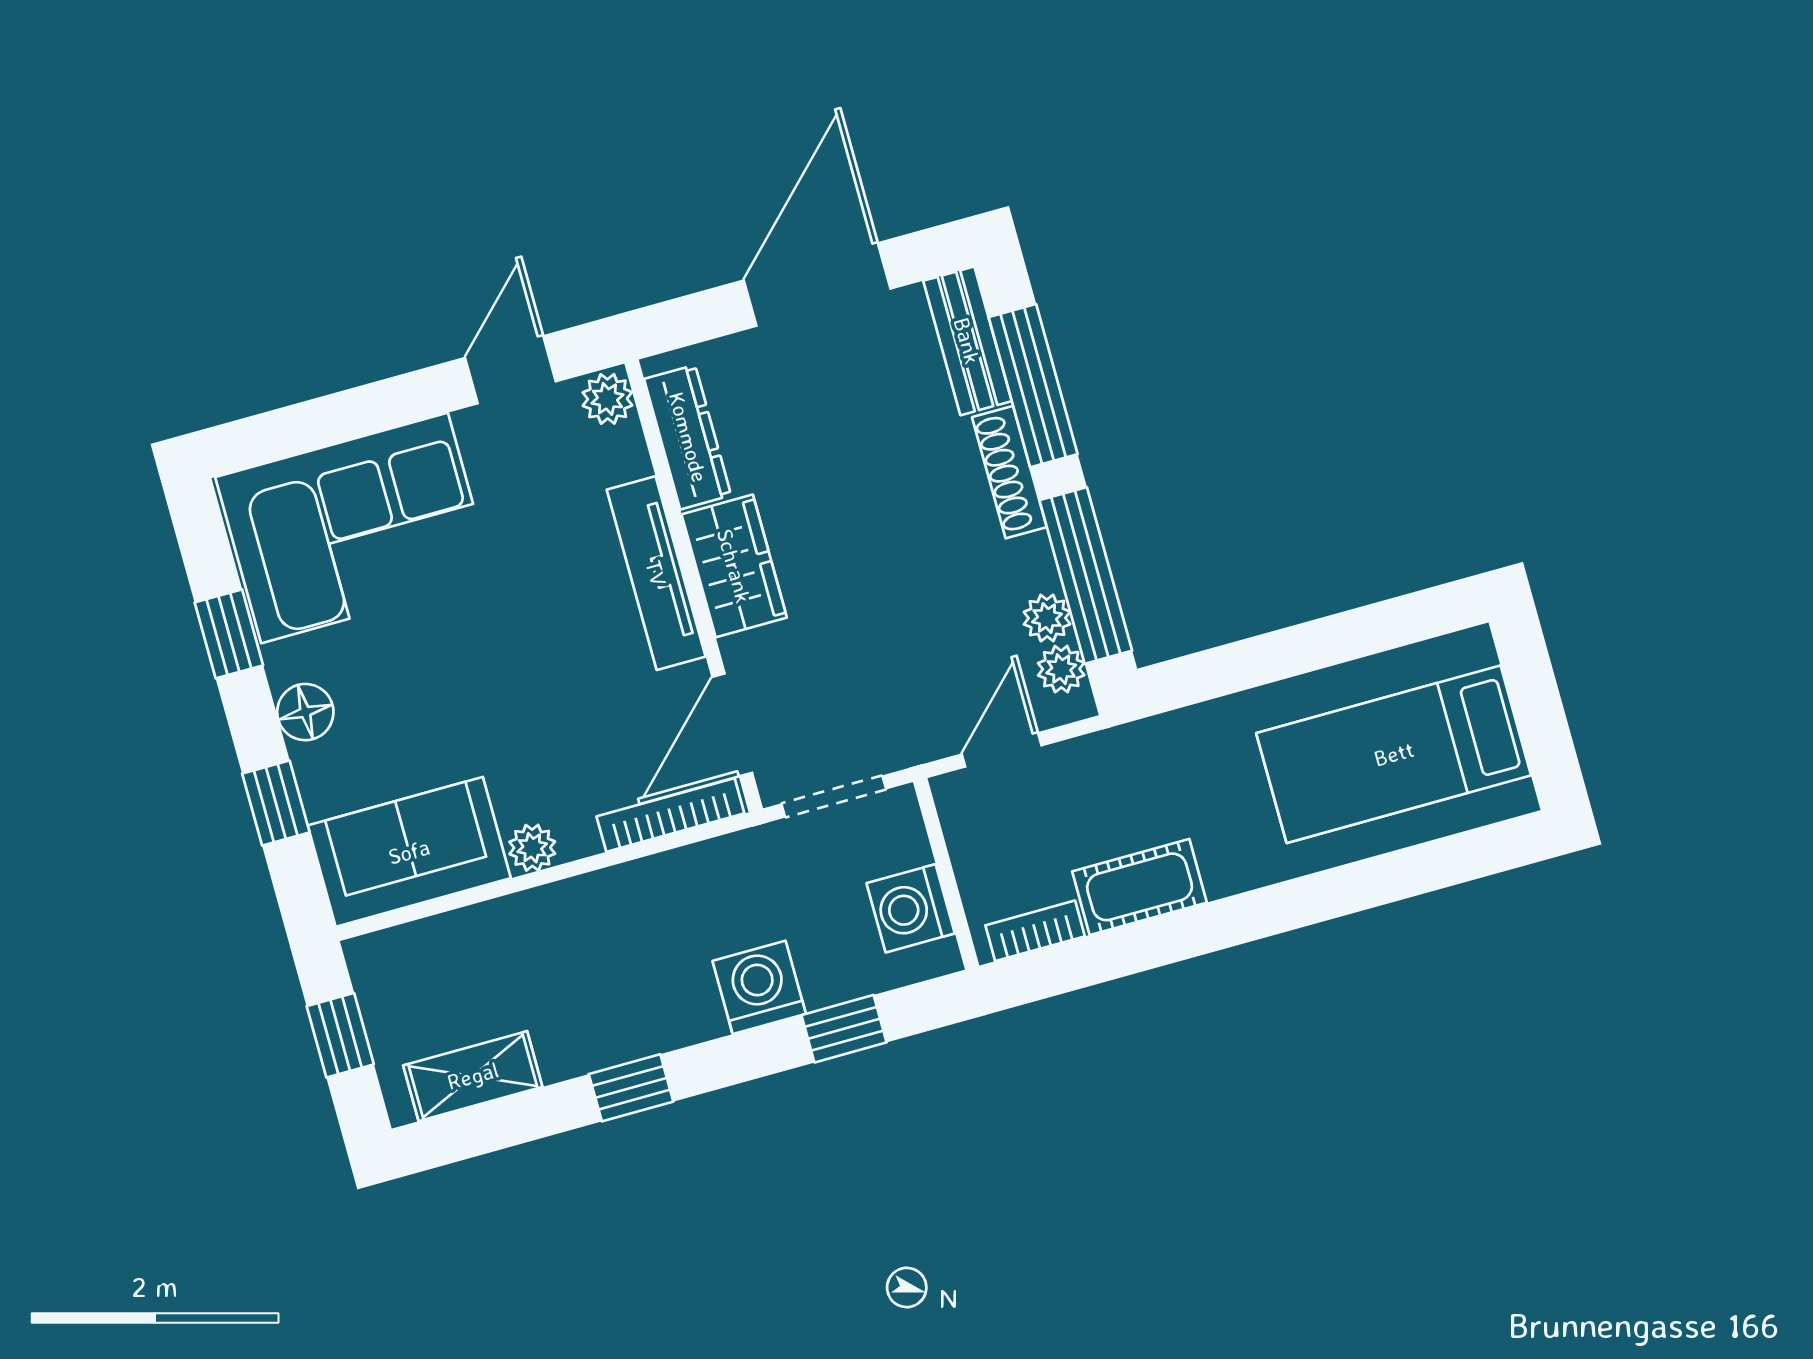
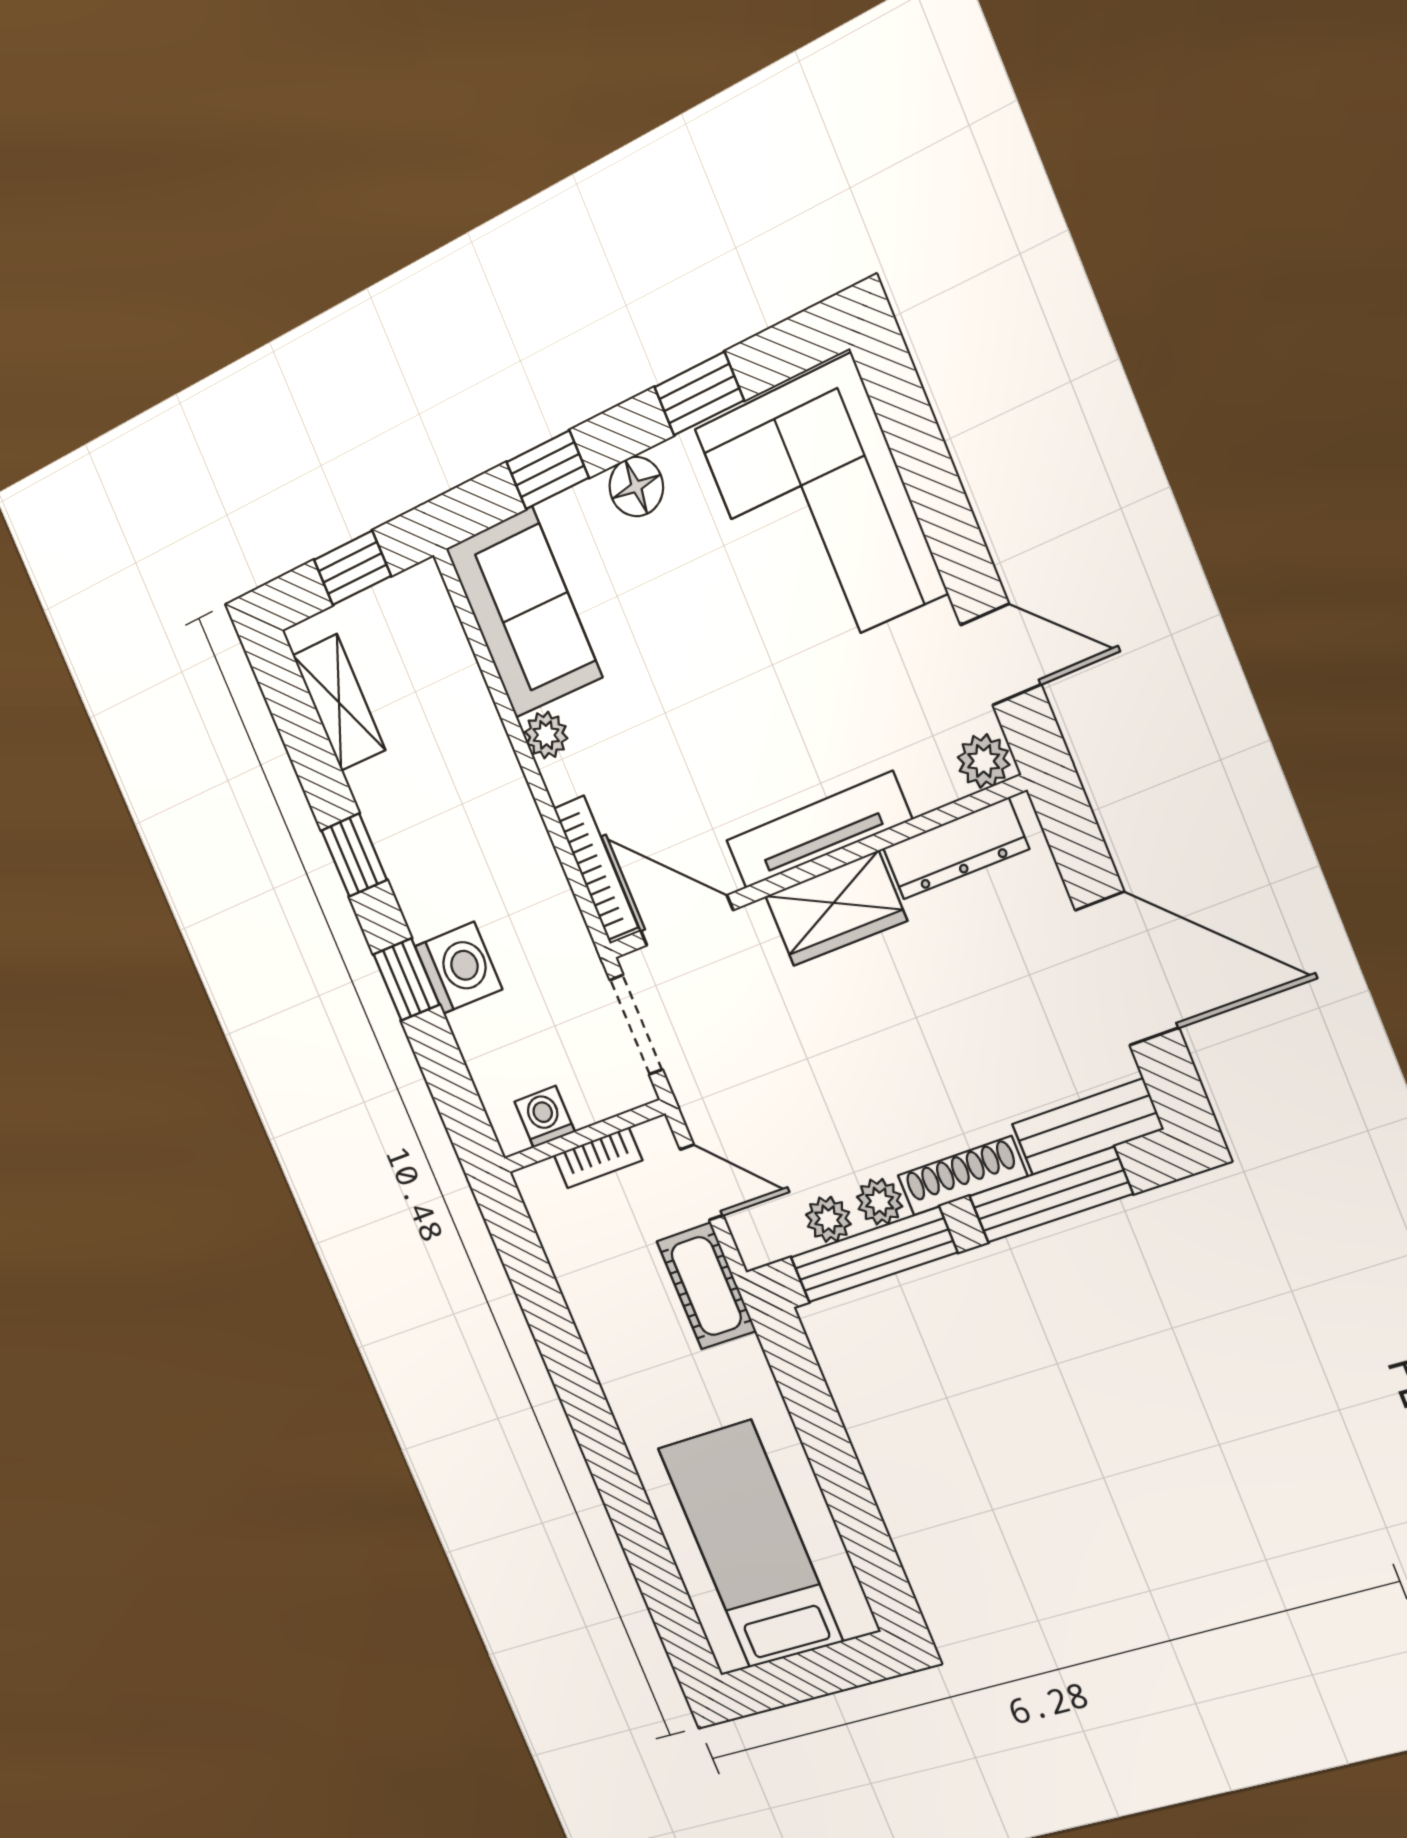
plant: (1061, 669) -> (880, 1202), moved
cot: (1140, 887) -> (706, 1286), moved
washing machine: (911, 908) -> (545, 1117), width x0.73, depth x0.73
bookcase: (1035, 931) -> (598, 1158), moved, turned 90
window: (844, 1029) -> (406, 979), moved

